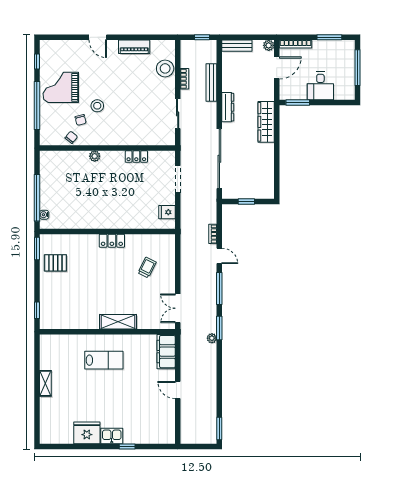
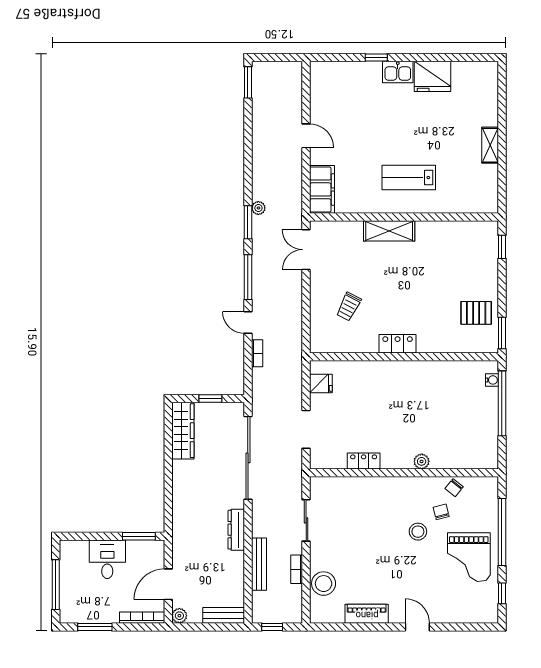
grand piano: (61, 87) -> (469, 557), turned 90
wardrobe: (266, 122) -> (183, 431), moved
double door: (178, 308) -> (306, 250), swing flipped

